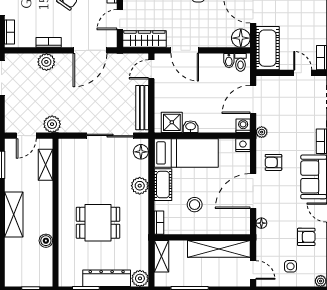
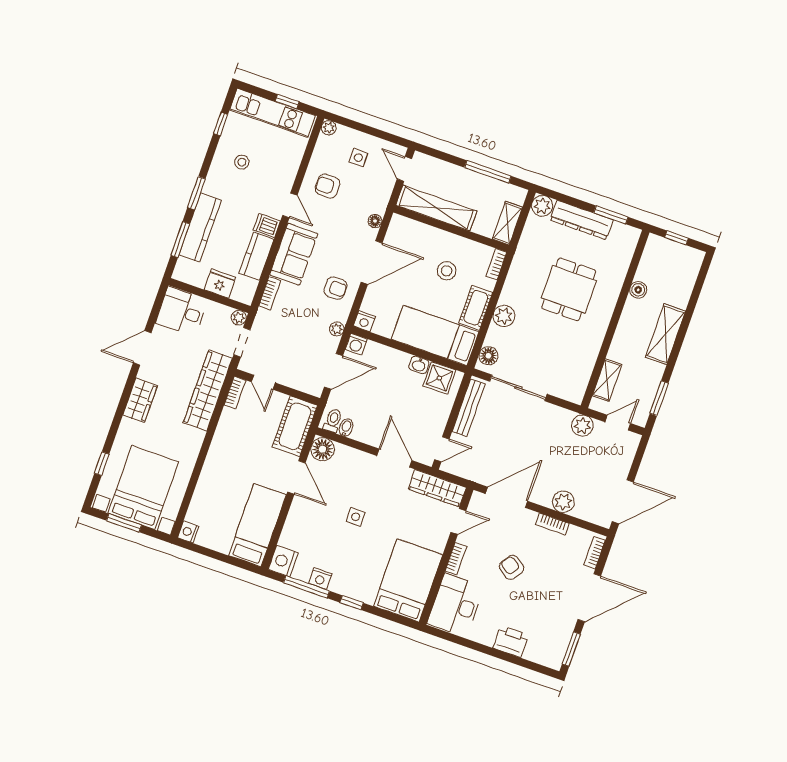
dining table: (98, 223) -> (569, 289), turned 90

